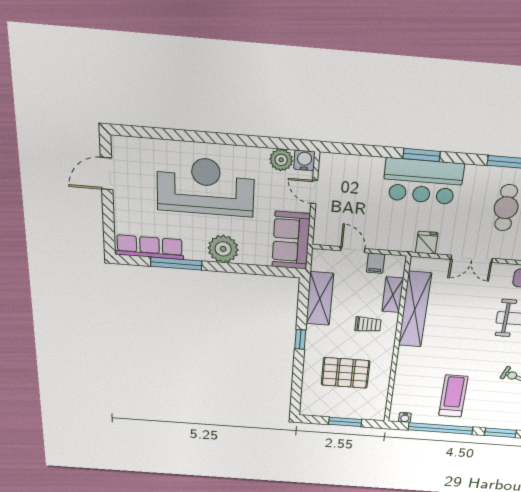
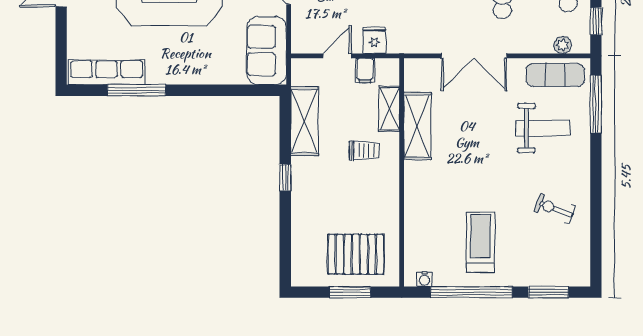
fridge: (427, 243) -> (374, 40), moved
plant: (223, 249) -> (190, 67), removed
door: (353, 250) -> (337, 56), hinge flipped
double door: (472, 259) -> (474, 56), width x1.37
shelving: (415, 310) -> (417, 126), width x0.68
pallet: (345, 373) -> (356, 254), moved

